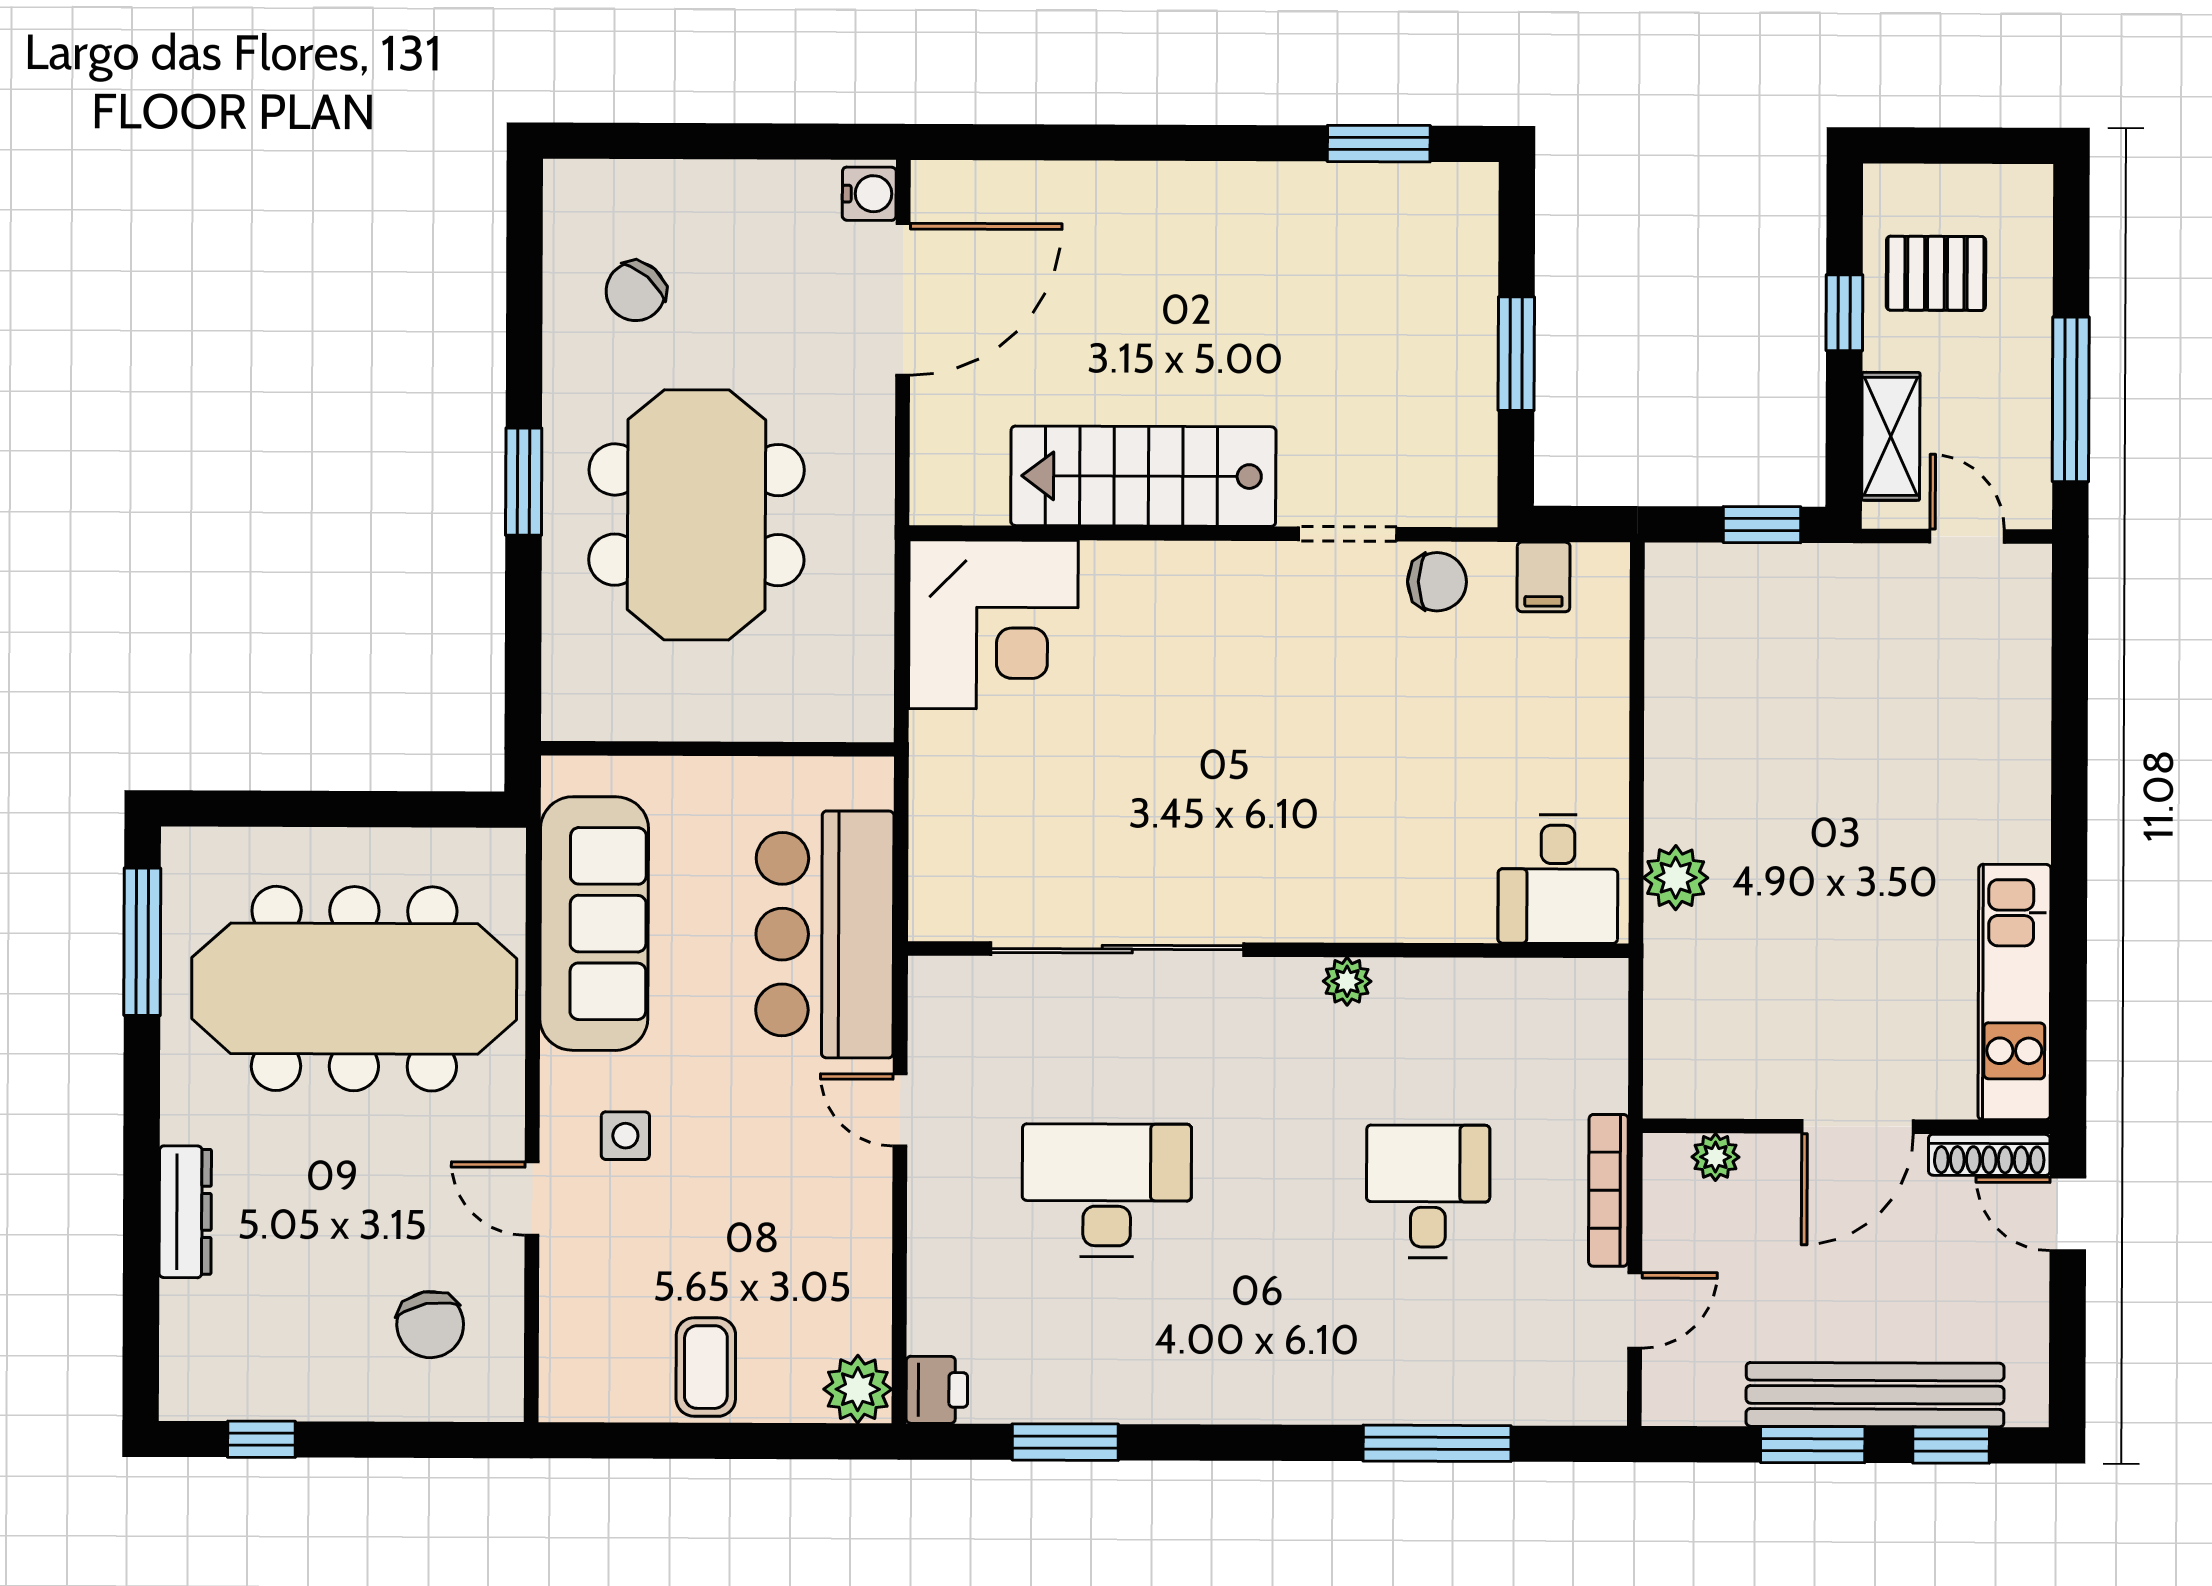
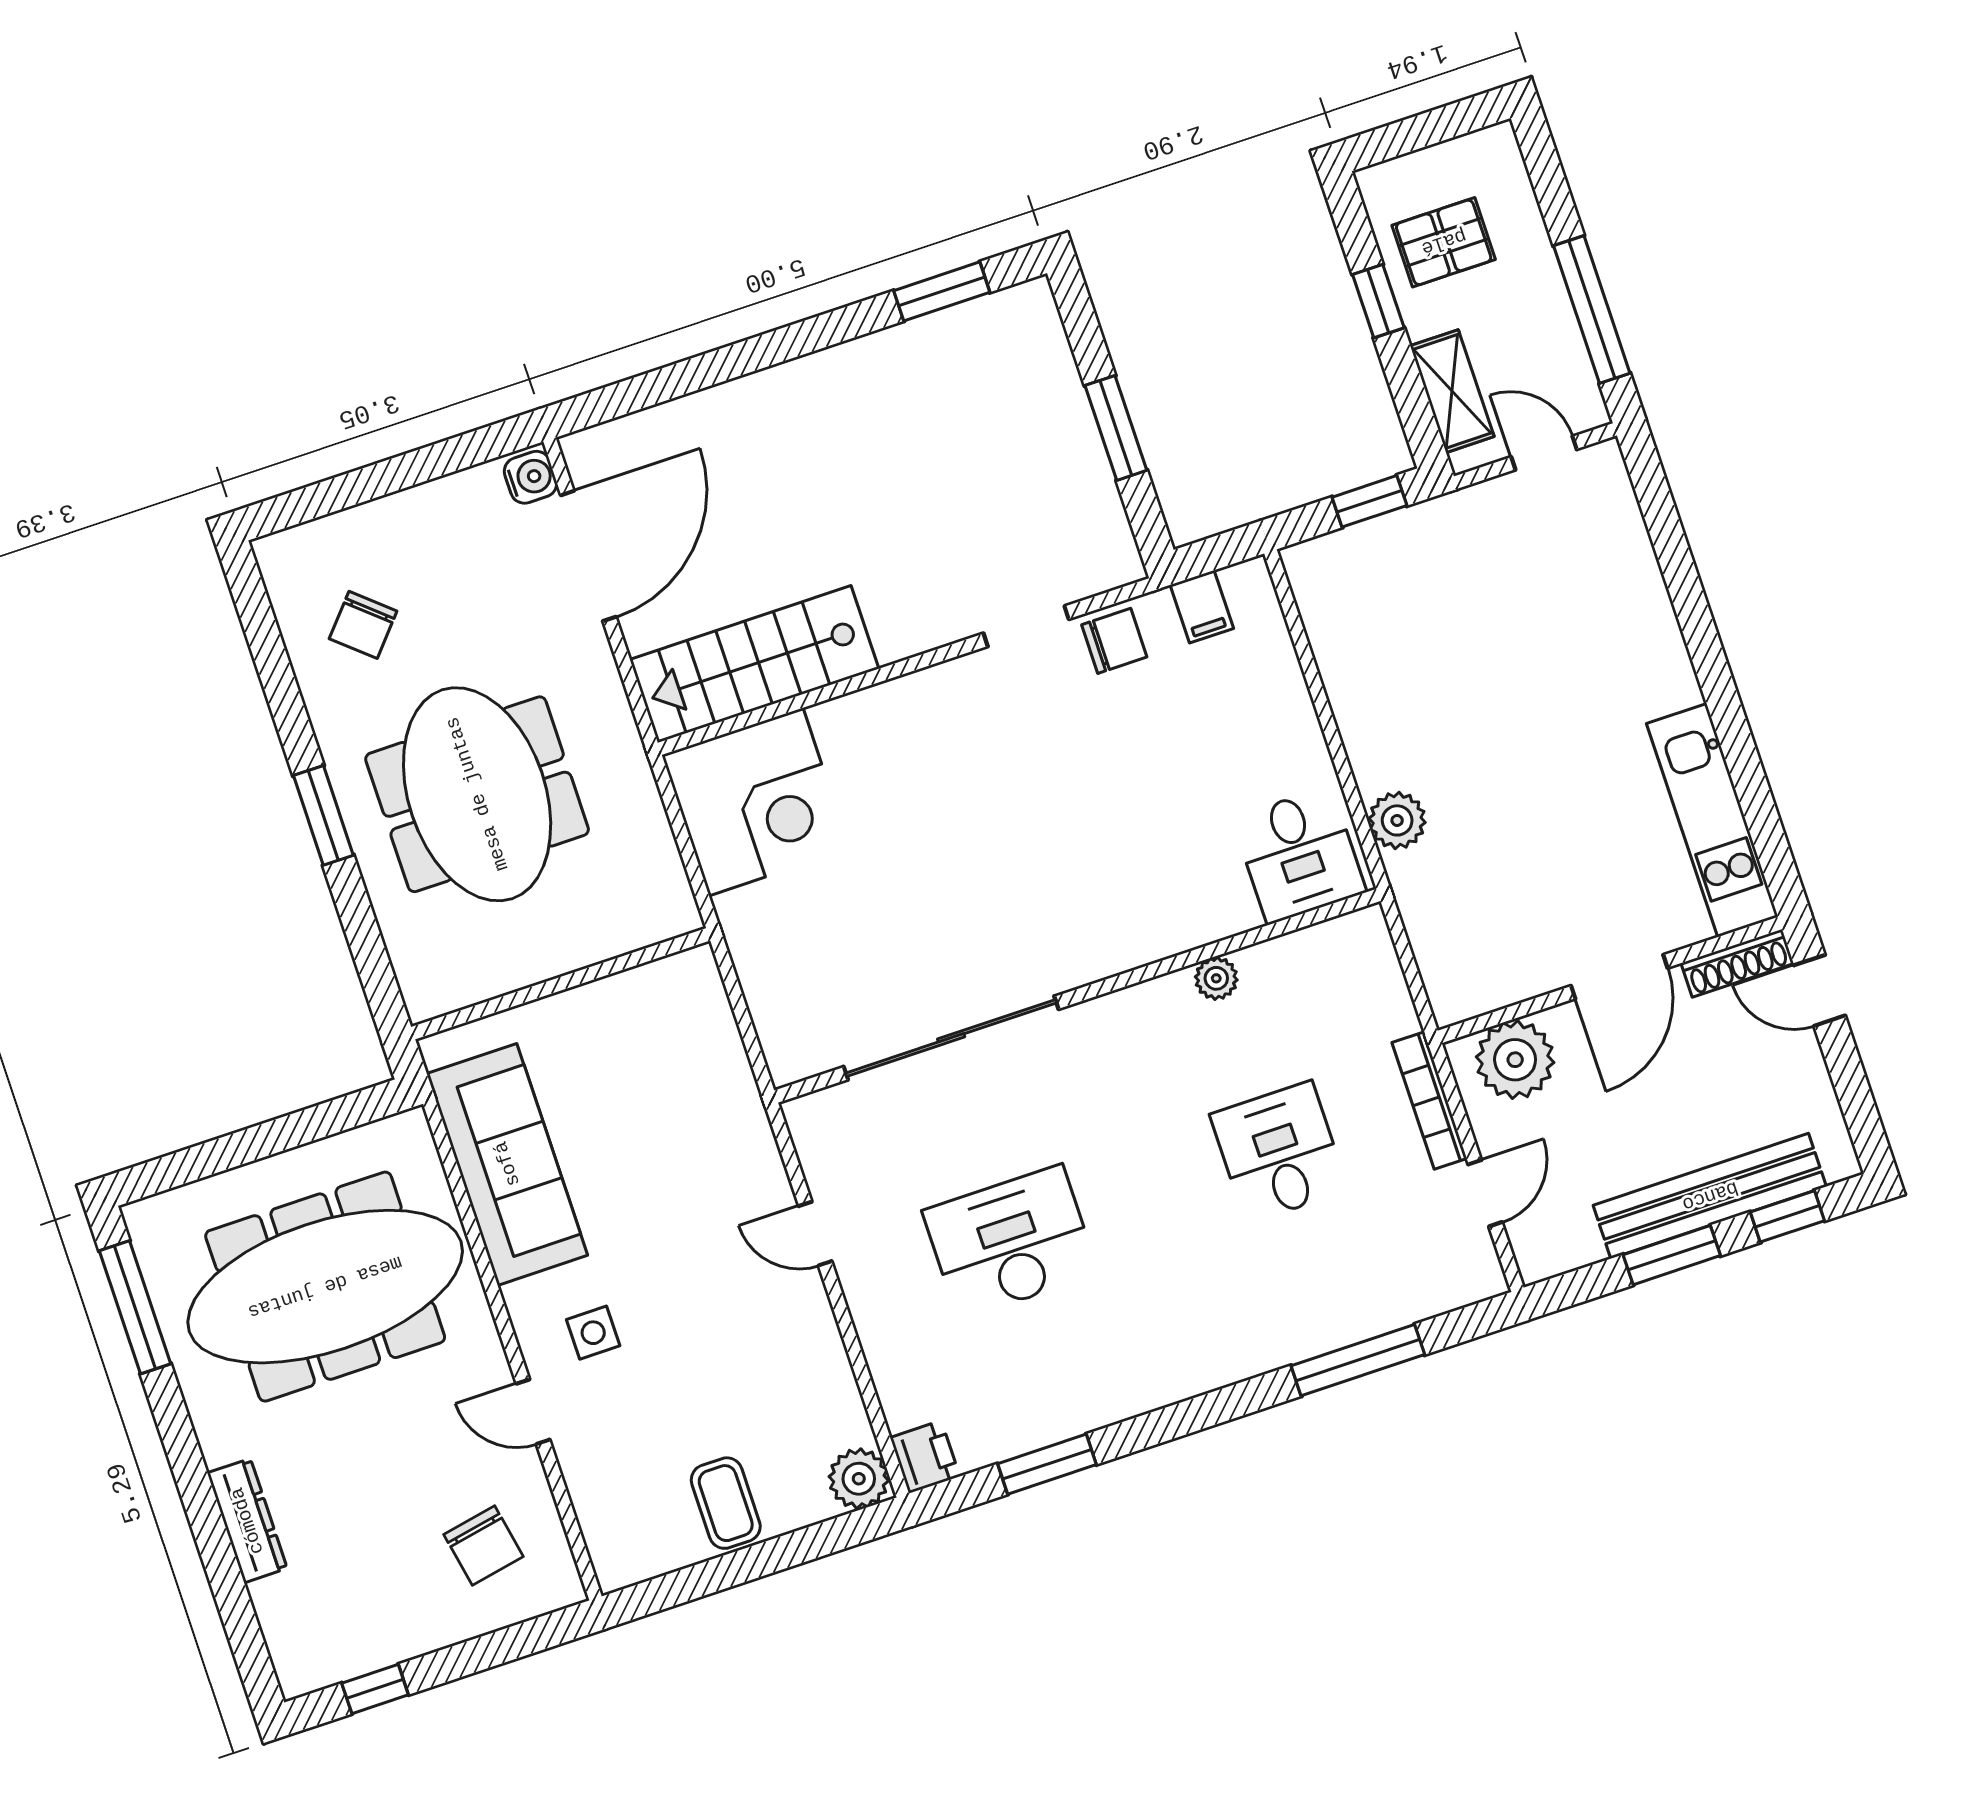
stairs: (1143, 476) -> (754, 664), moved
bar counter: (825, 934) -> (703, 1108), removed
plant: (1347, 981) -> (1216, 978), moved
plant: (1715, 1157) -> (1515, 1060), width x1.87, depth x1.87

